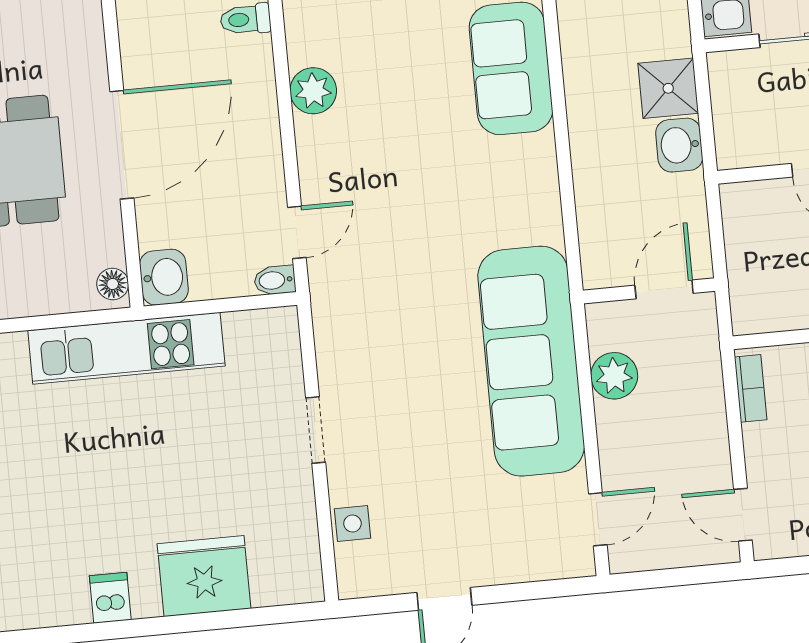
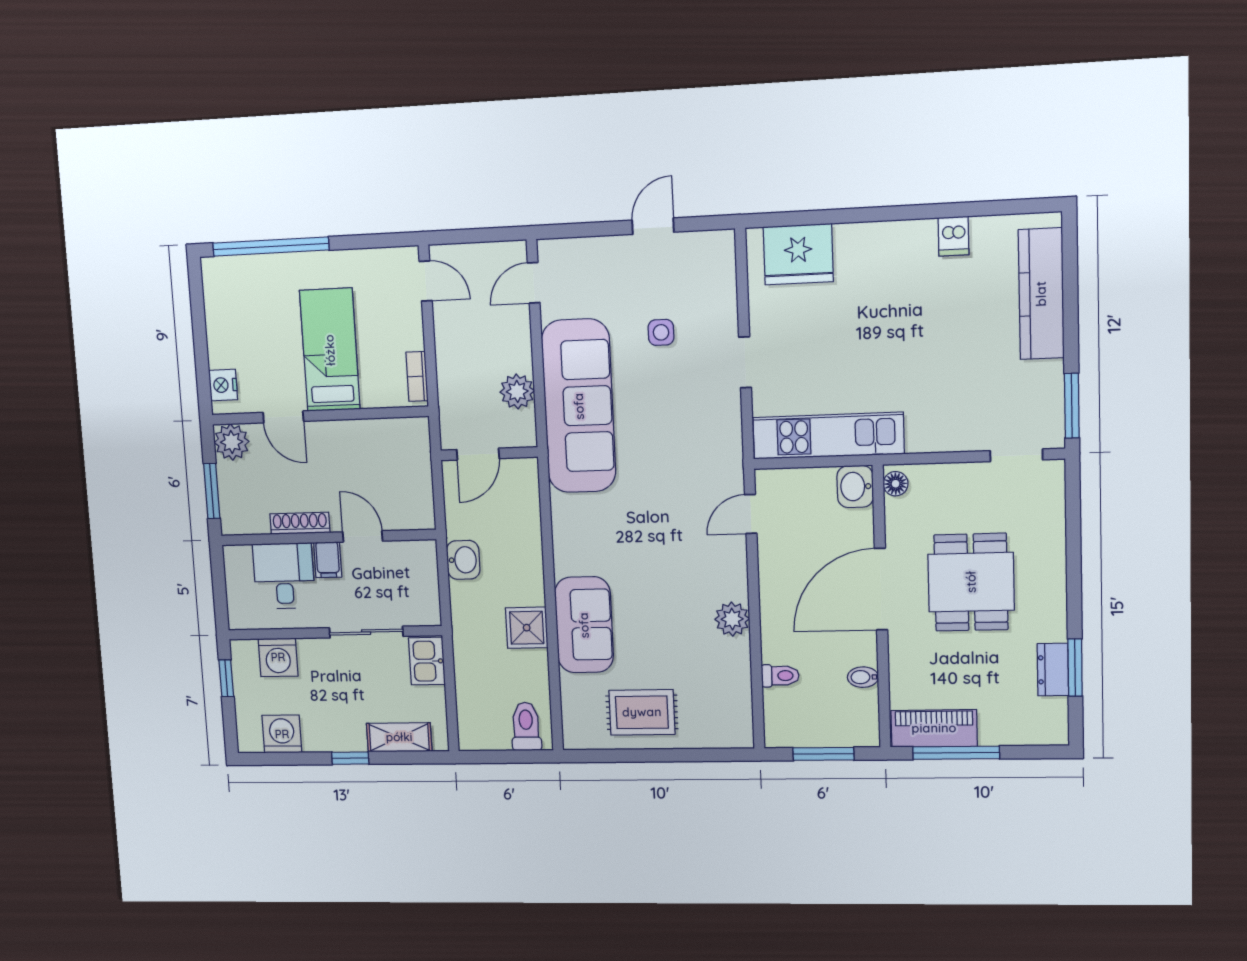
shower: (668, 88) -> (527, 628), moved
bidet: (275, 280) -> (863, 677), moved, turned 180
kitchen unit: (126, 348) -> (828, 436), moved
side table: (352, 524) -> (661, 332), moved
fridge: (204, 576) -> (798, 254), moved
dishwasher: (110, 598) -> (953, 236), moved

